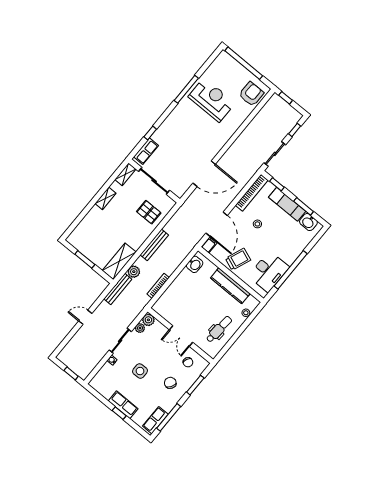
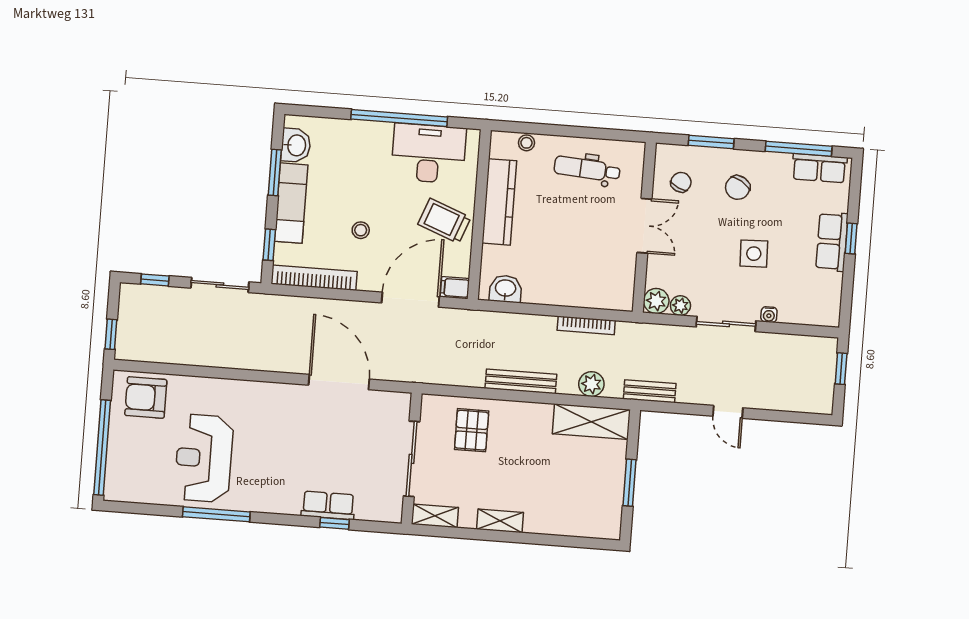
row of seats: (146, 151) -> (328, 505), moved
bench: (118, 289) -> (650, 391), width x0.73

